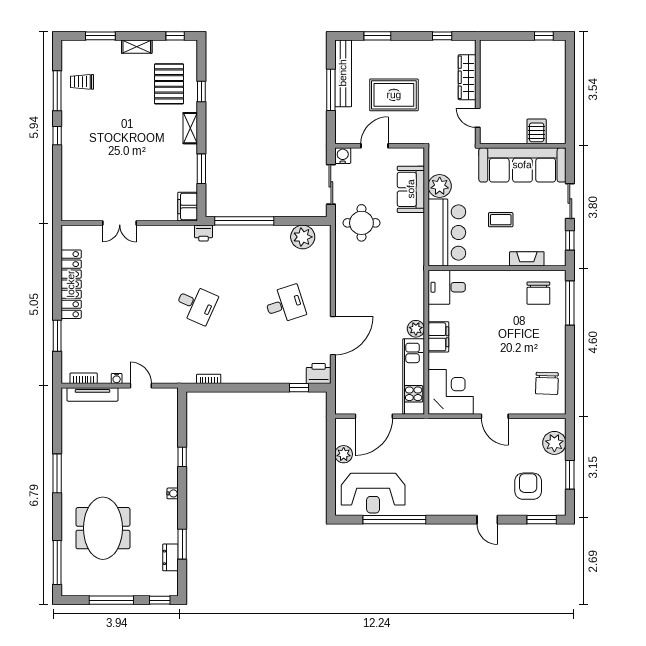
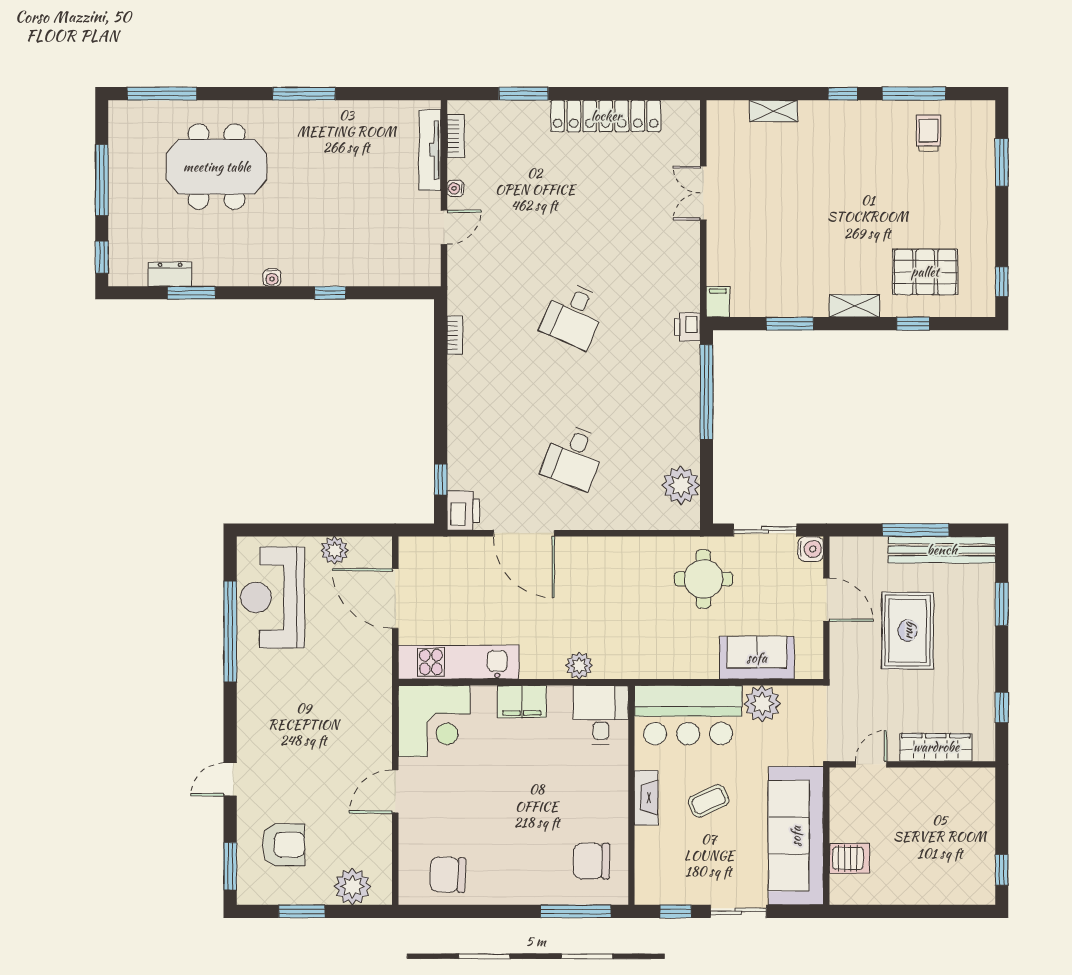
shelving: (137, 47) -> (773, 111), moved, turned 90
filing cabinet: (188, 207) -> (718, 302), width x0.50
coffee table: (501, 220) -> (709, 801), turned 65
fireplace: (527, 259) -> (646, 798), moved
desk: (285, 304) -> (574, 457), turned 39
plant: (416, 329) -> (579, 666), moved

